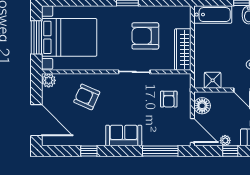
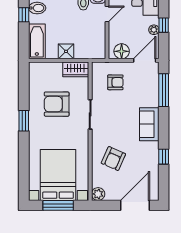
armchair: (145, 36) -> (57, 104), turned 90
wardrobe: (183, 49) -> (76, 69), width x0.67
shower: (213, 80) -> (66, 51), moved

